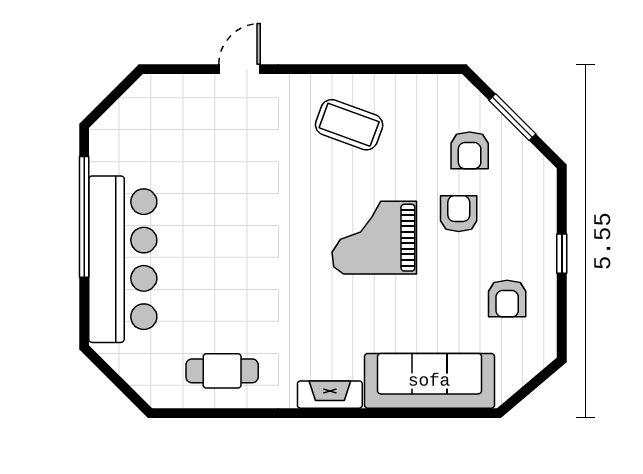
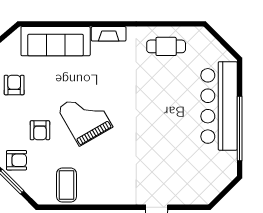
coffee table: (349, 125) -> (66, 185), moved, turned 70
armchair: (470, 150) -> (17, 160), moved, turned 90
grand piano: (374, 238) -> (85, 117), turned -120

